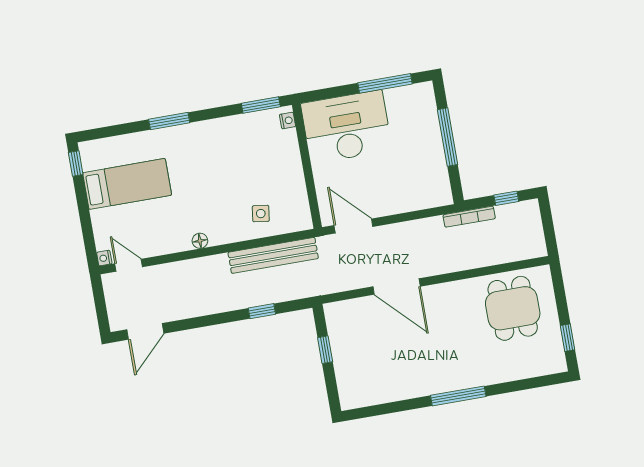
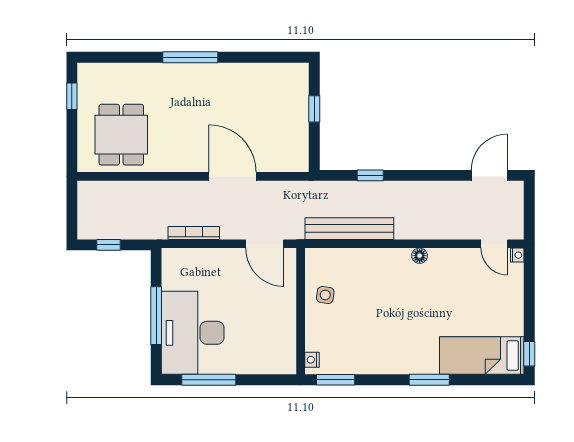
desk: (346, 127) -> (193, 333), moved, turned 90
bed: (127, 184) -> (482, 356), moved
side table: (261, 214) -> (325, 295), moved
bookcase: (469, 217) -> (194, 233), moved
window: (325, 350) -> (314, 109), moved

